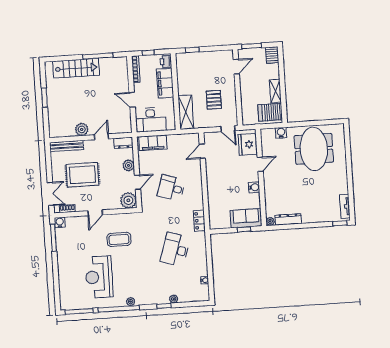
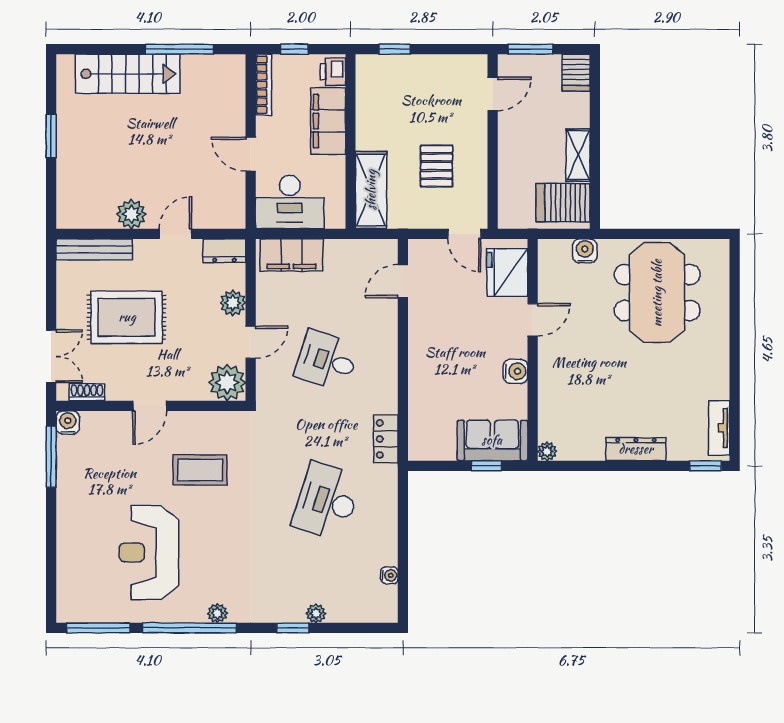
dresser: (288, 219) -> (636, 449), moved

